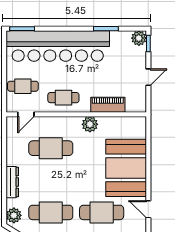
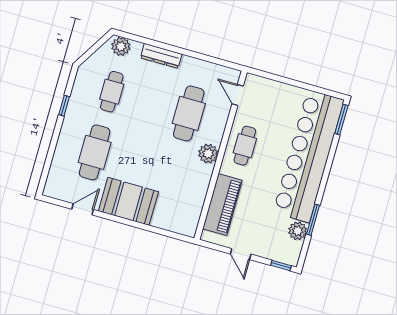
plant: (139, 38) -> (298, 231), moved
cafe table: (23, 86) -> (272, 101), removed
piano: (108, 105) -> (222, 205), width x1.37, depth x1.33
plant: (90, 124) -> (208, 154), moved
booth: (126, 168) -> (128, 201), width x0.73, depth x0.70
cafe table: (51, 212) -> (112, 92), width x0.73, depth x0.74

